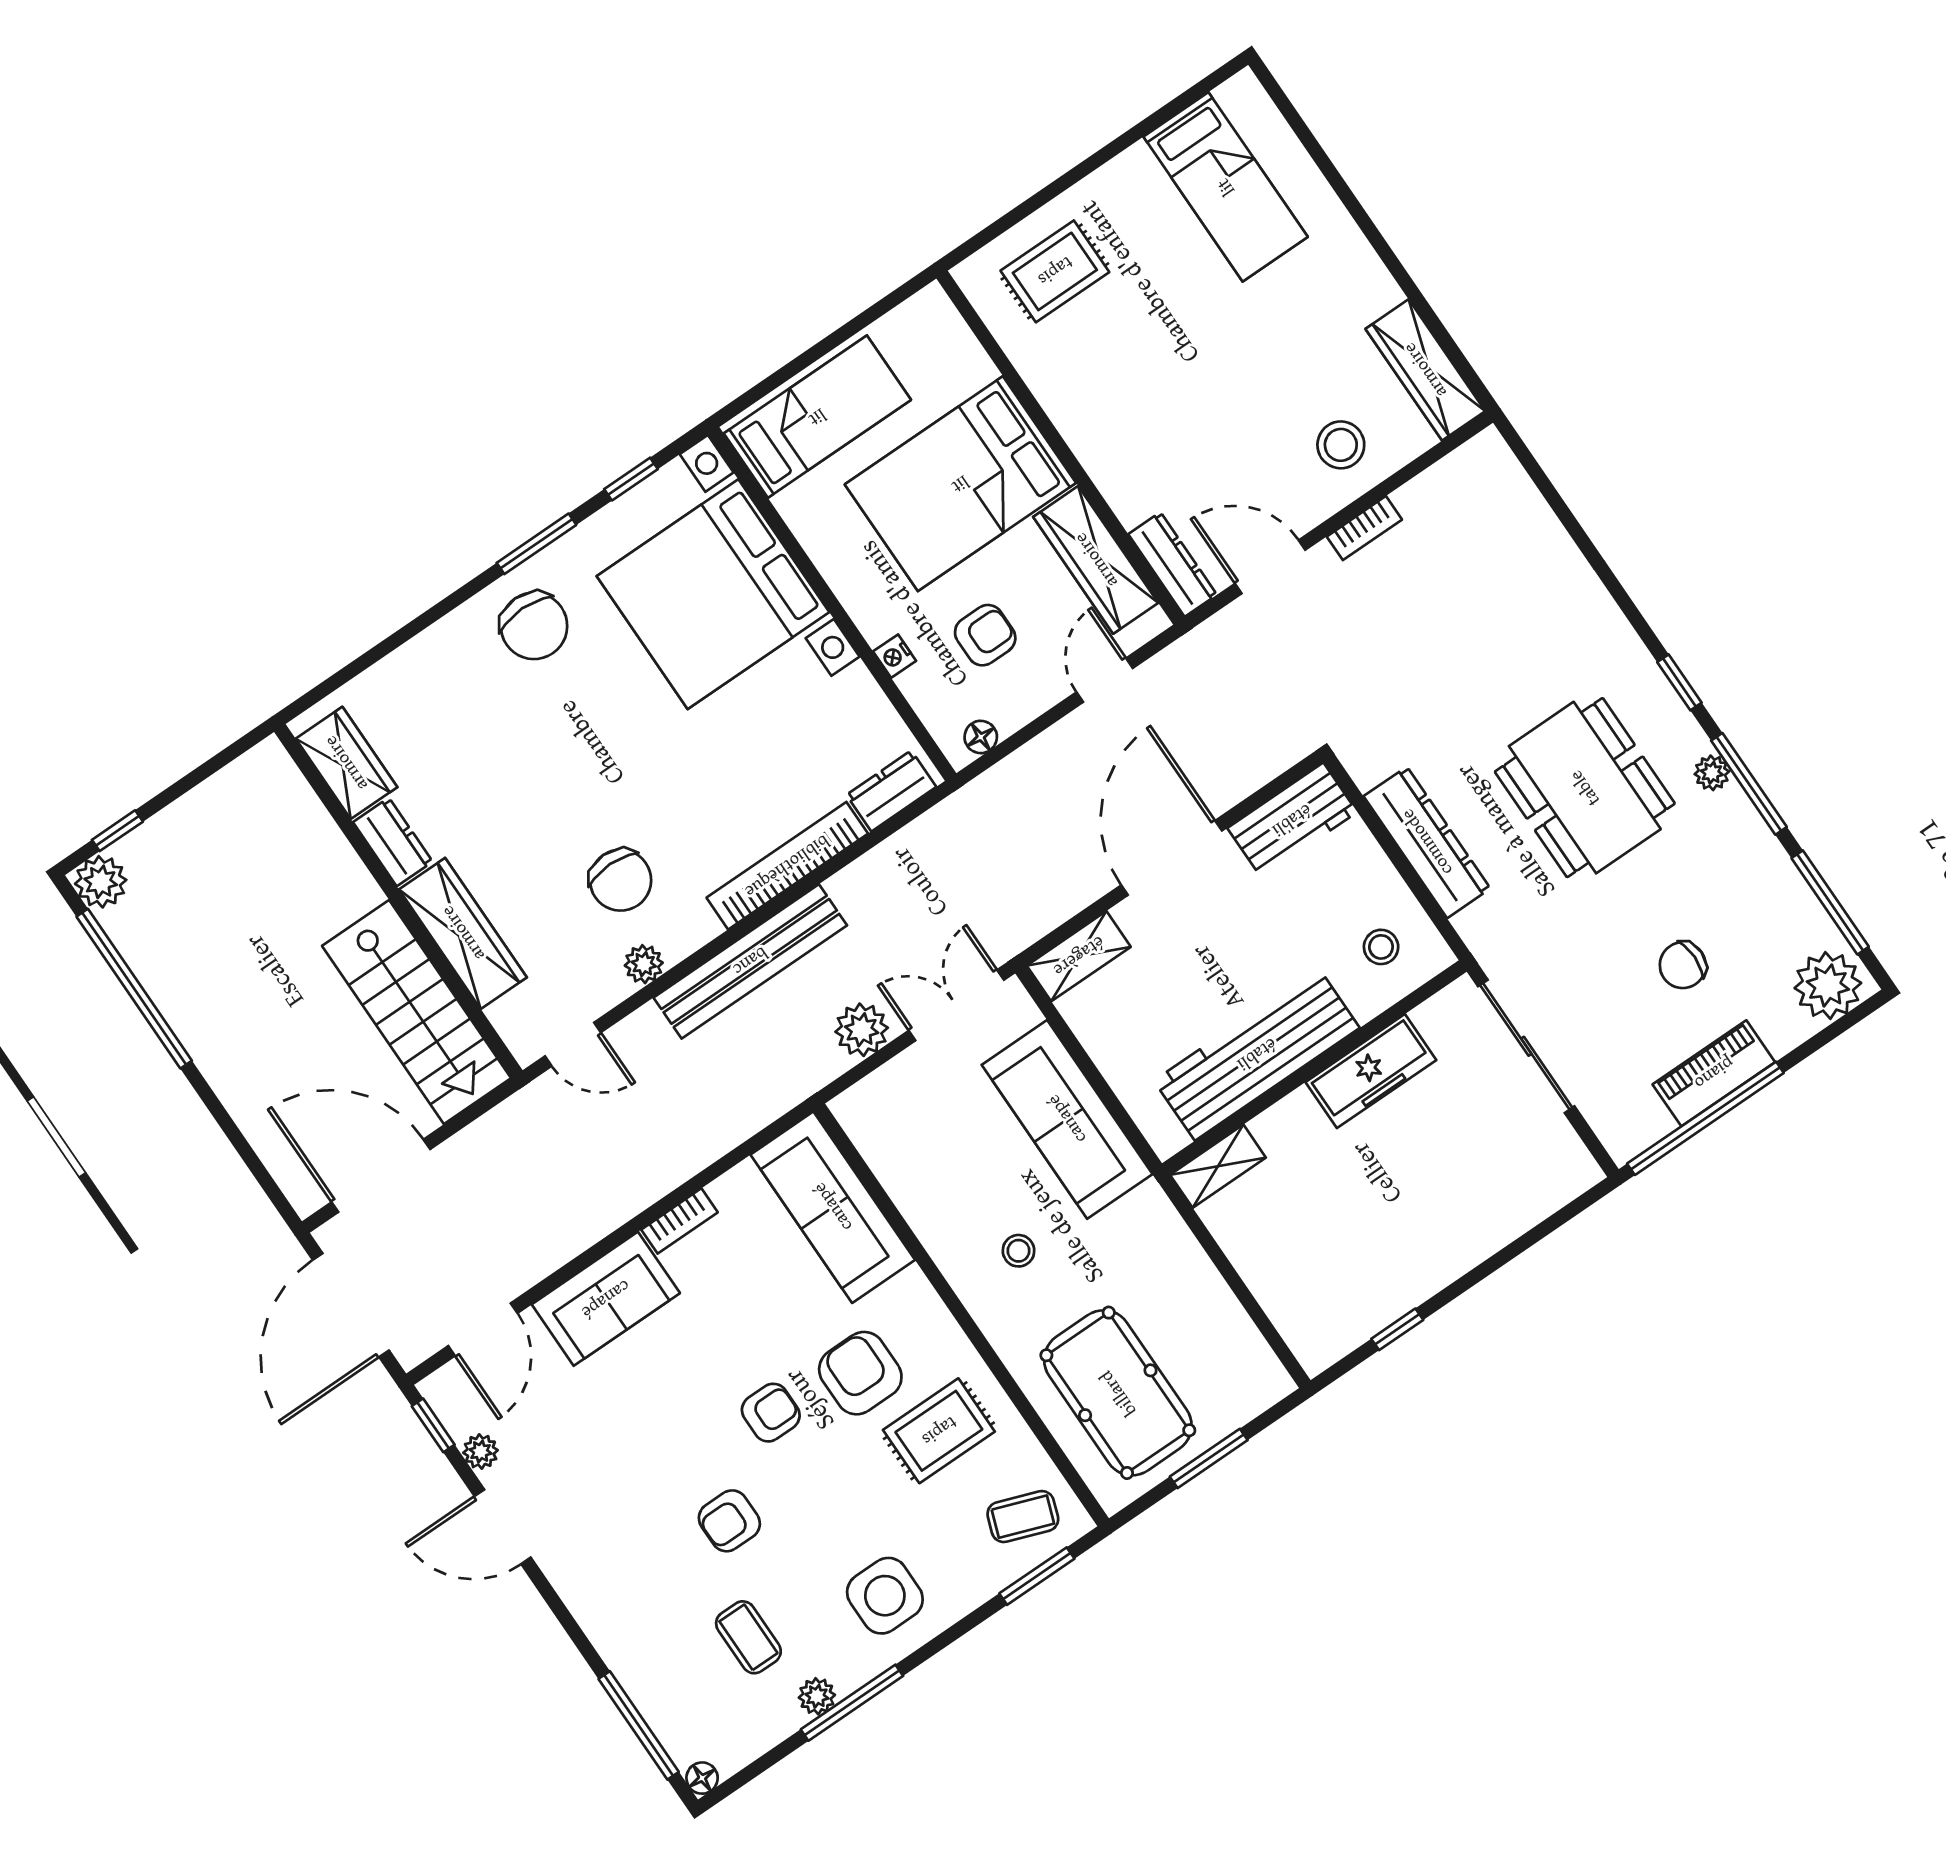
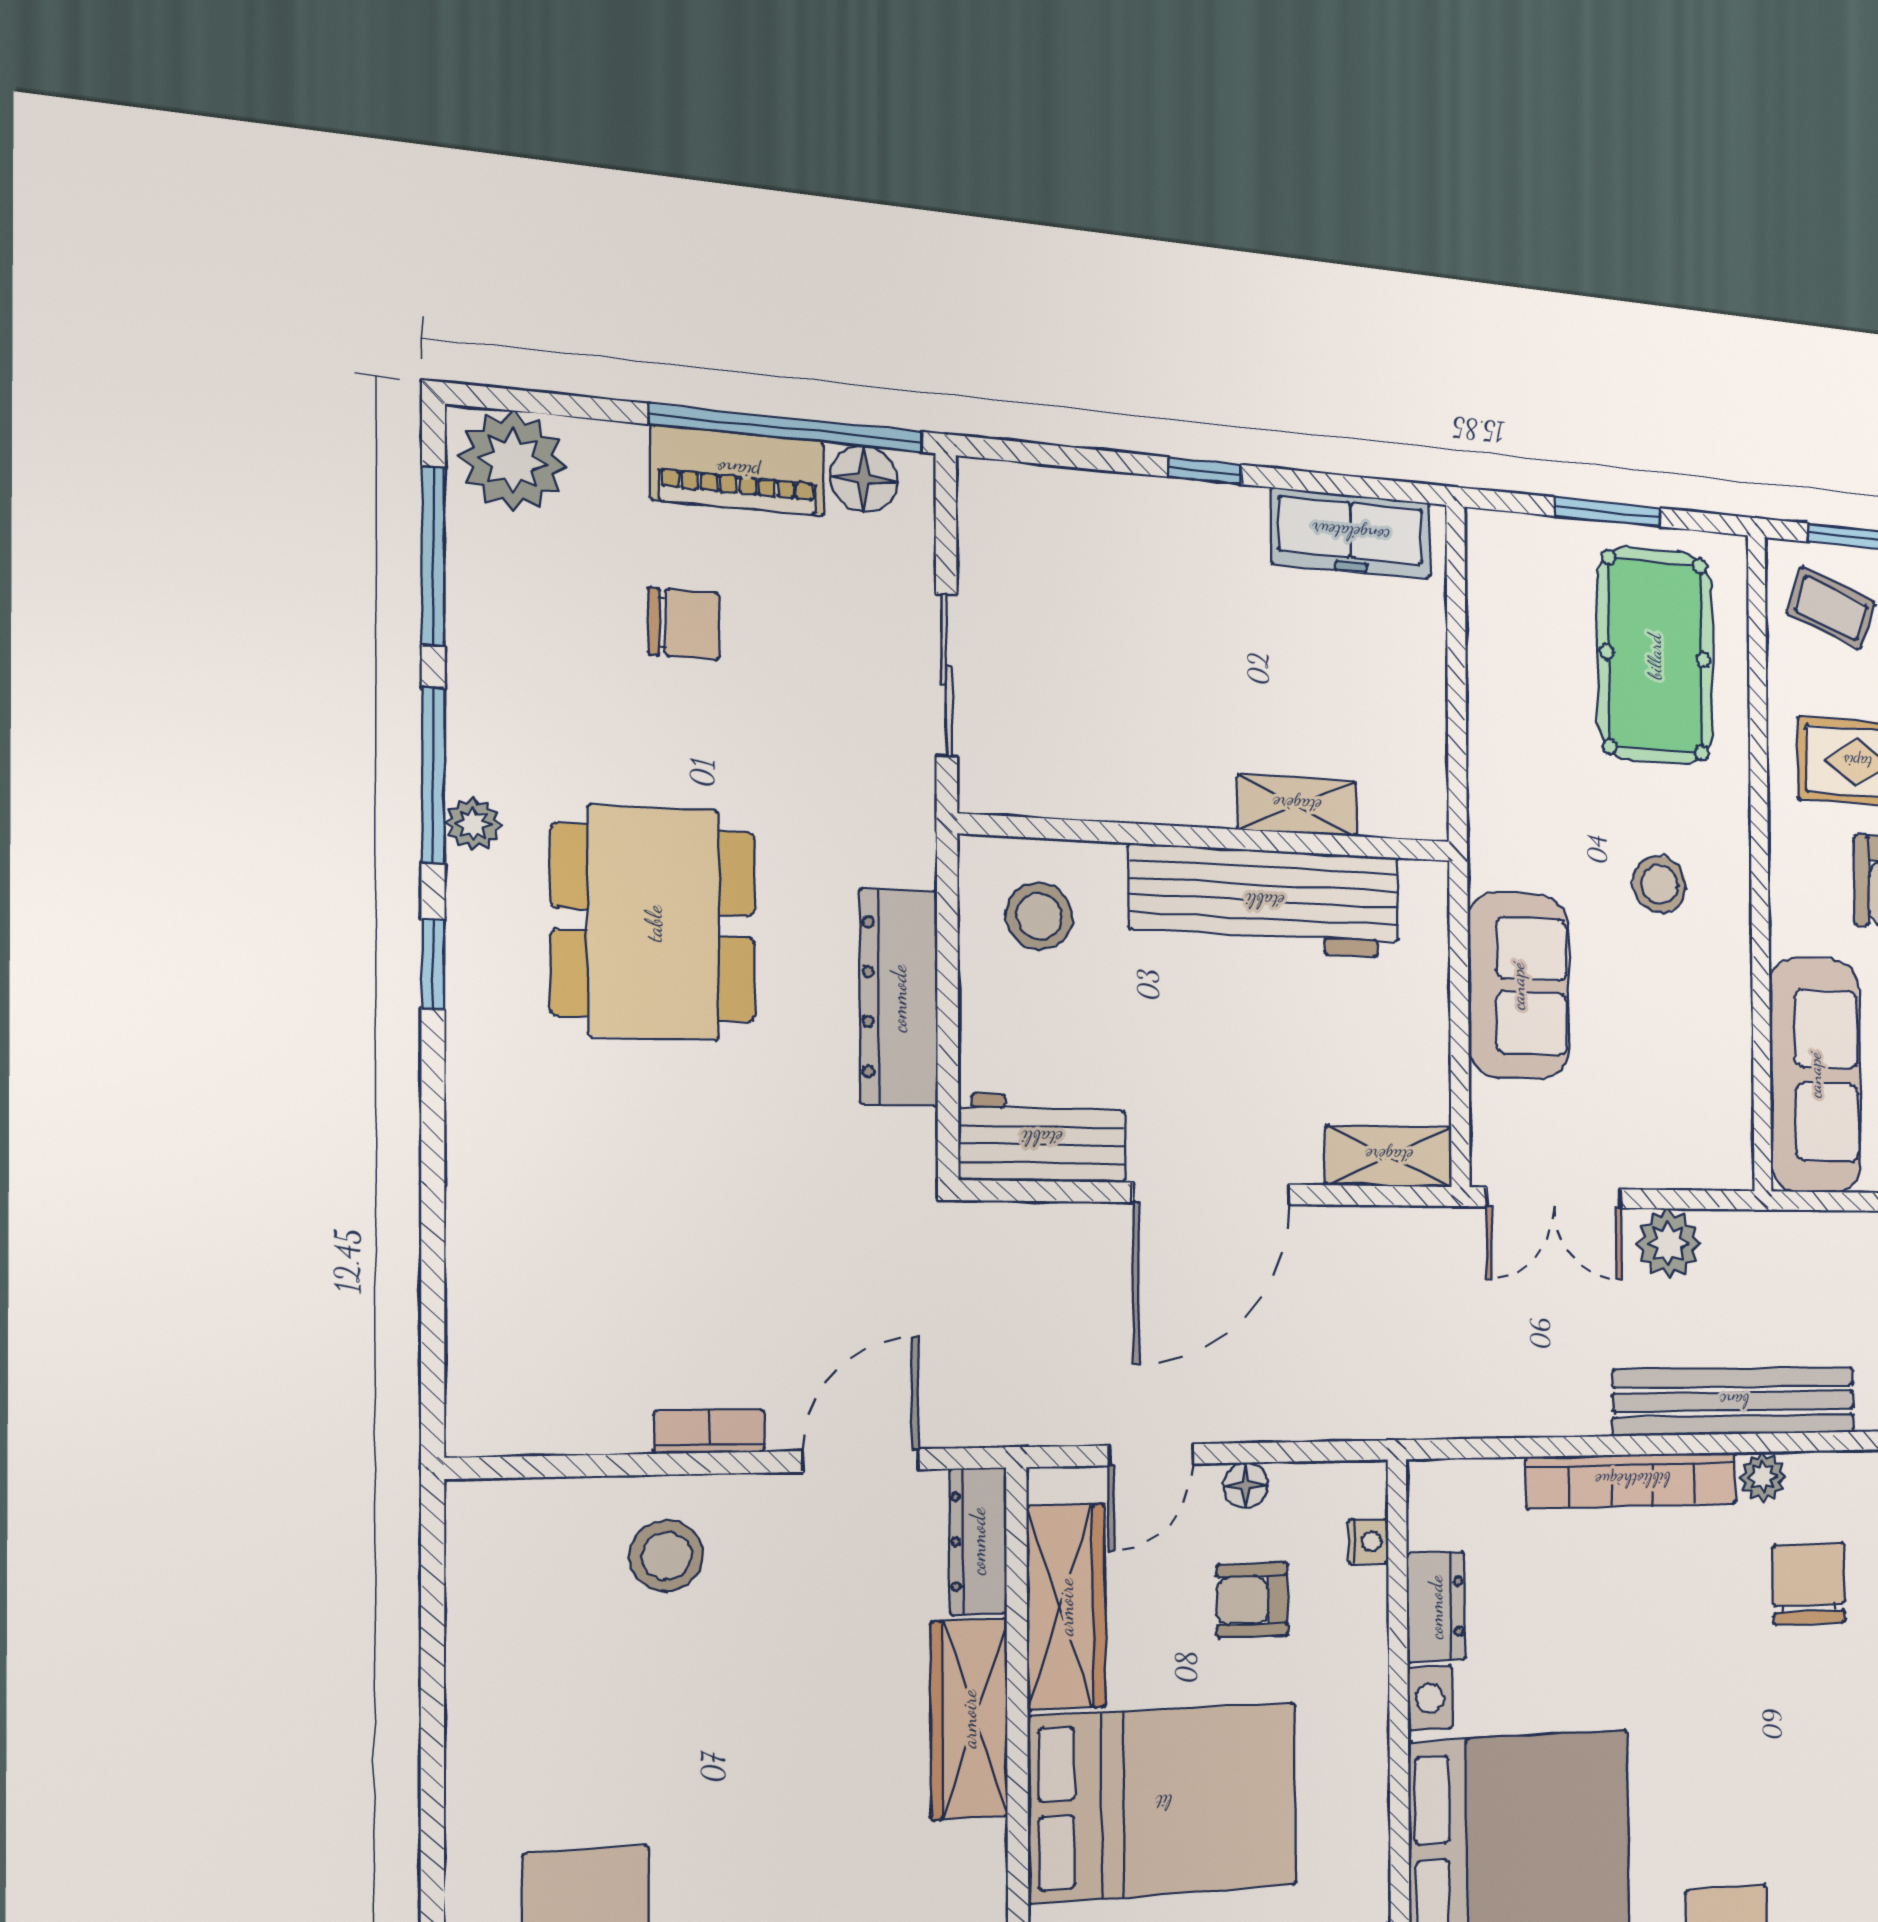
wardrobe: (1425, 370) -> (969, 1719), moved, turned 180
door: (1270, 567) -> (861, 1460), swing flipped
nightstand: (895, 656) -> (1368, 1541), moved
floor lamp: (981, 737) -> (1245, 1485), moved
dresser: (891, 791) -> (1436, 1607), moved, turned -90
stool: (1381, 947) -> (1039, 916), width x1.37, depth x1.37
plant: (644, 964) -> (1763, 1477), moved
sliding door: (1526, 1046) -> (947, 675), width x0.73
freezer: (1371, 1071) -> (1351, 533), moved, turned 180
sofa: (1067, 1119) -> (1518, 986), width x0.73
floor lamp: (1646, 1123) -> (864, 479), added
shelving: (1218, 1166) -> (1297, 805), moved
stool: (1019, 1251) -> (1659, 884), width x1.37, depth x1.37
window: (1397, 1329) -> (1205, 471), moved

